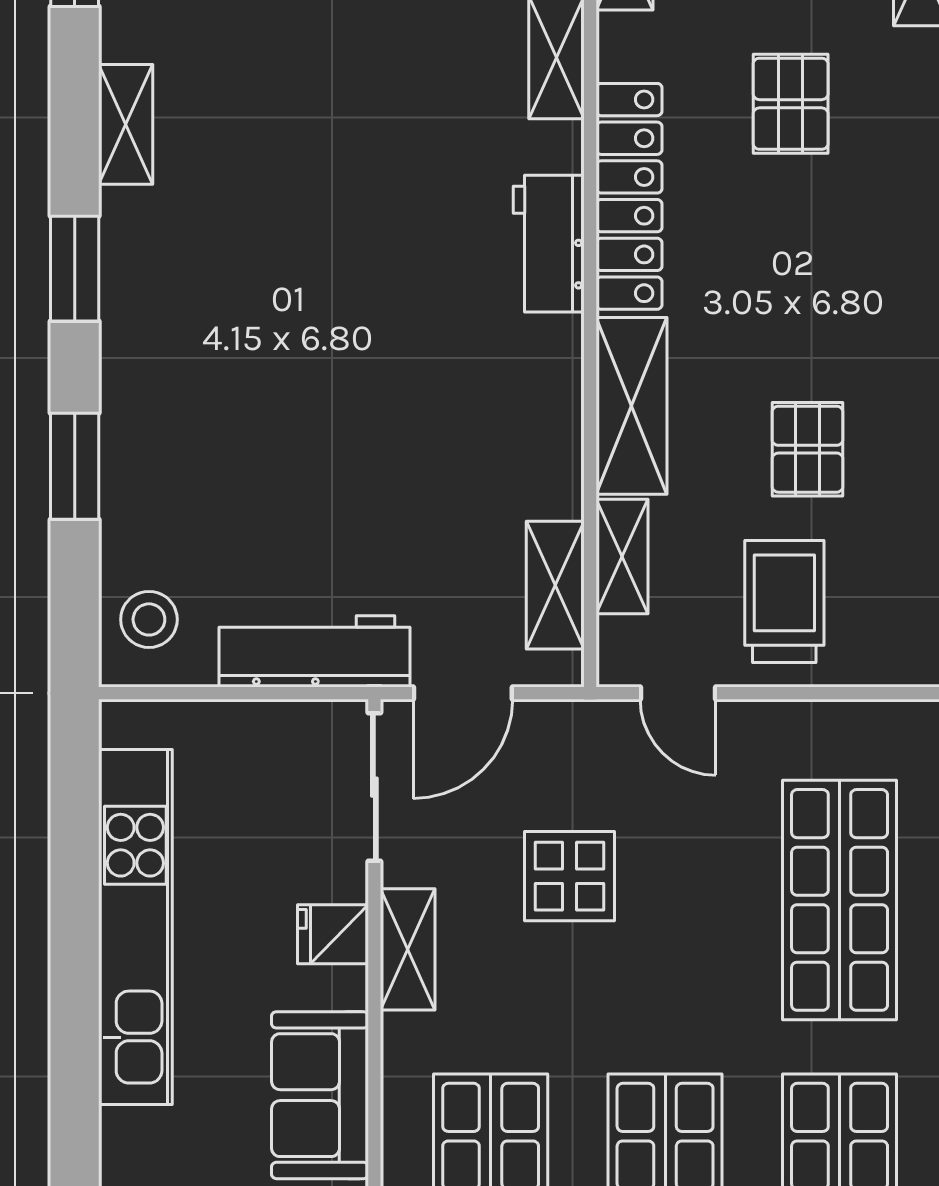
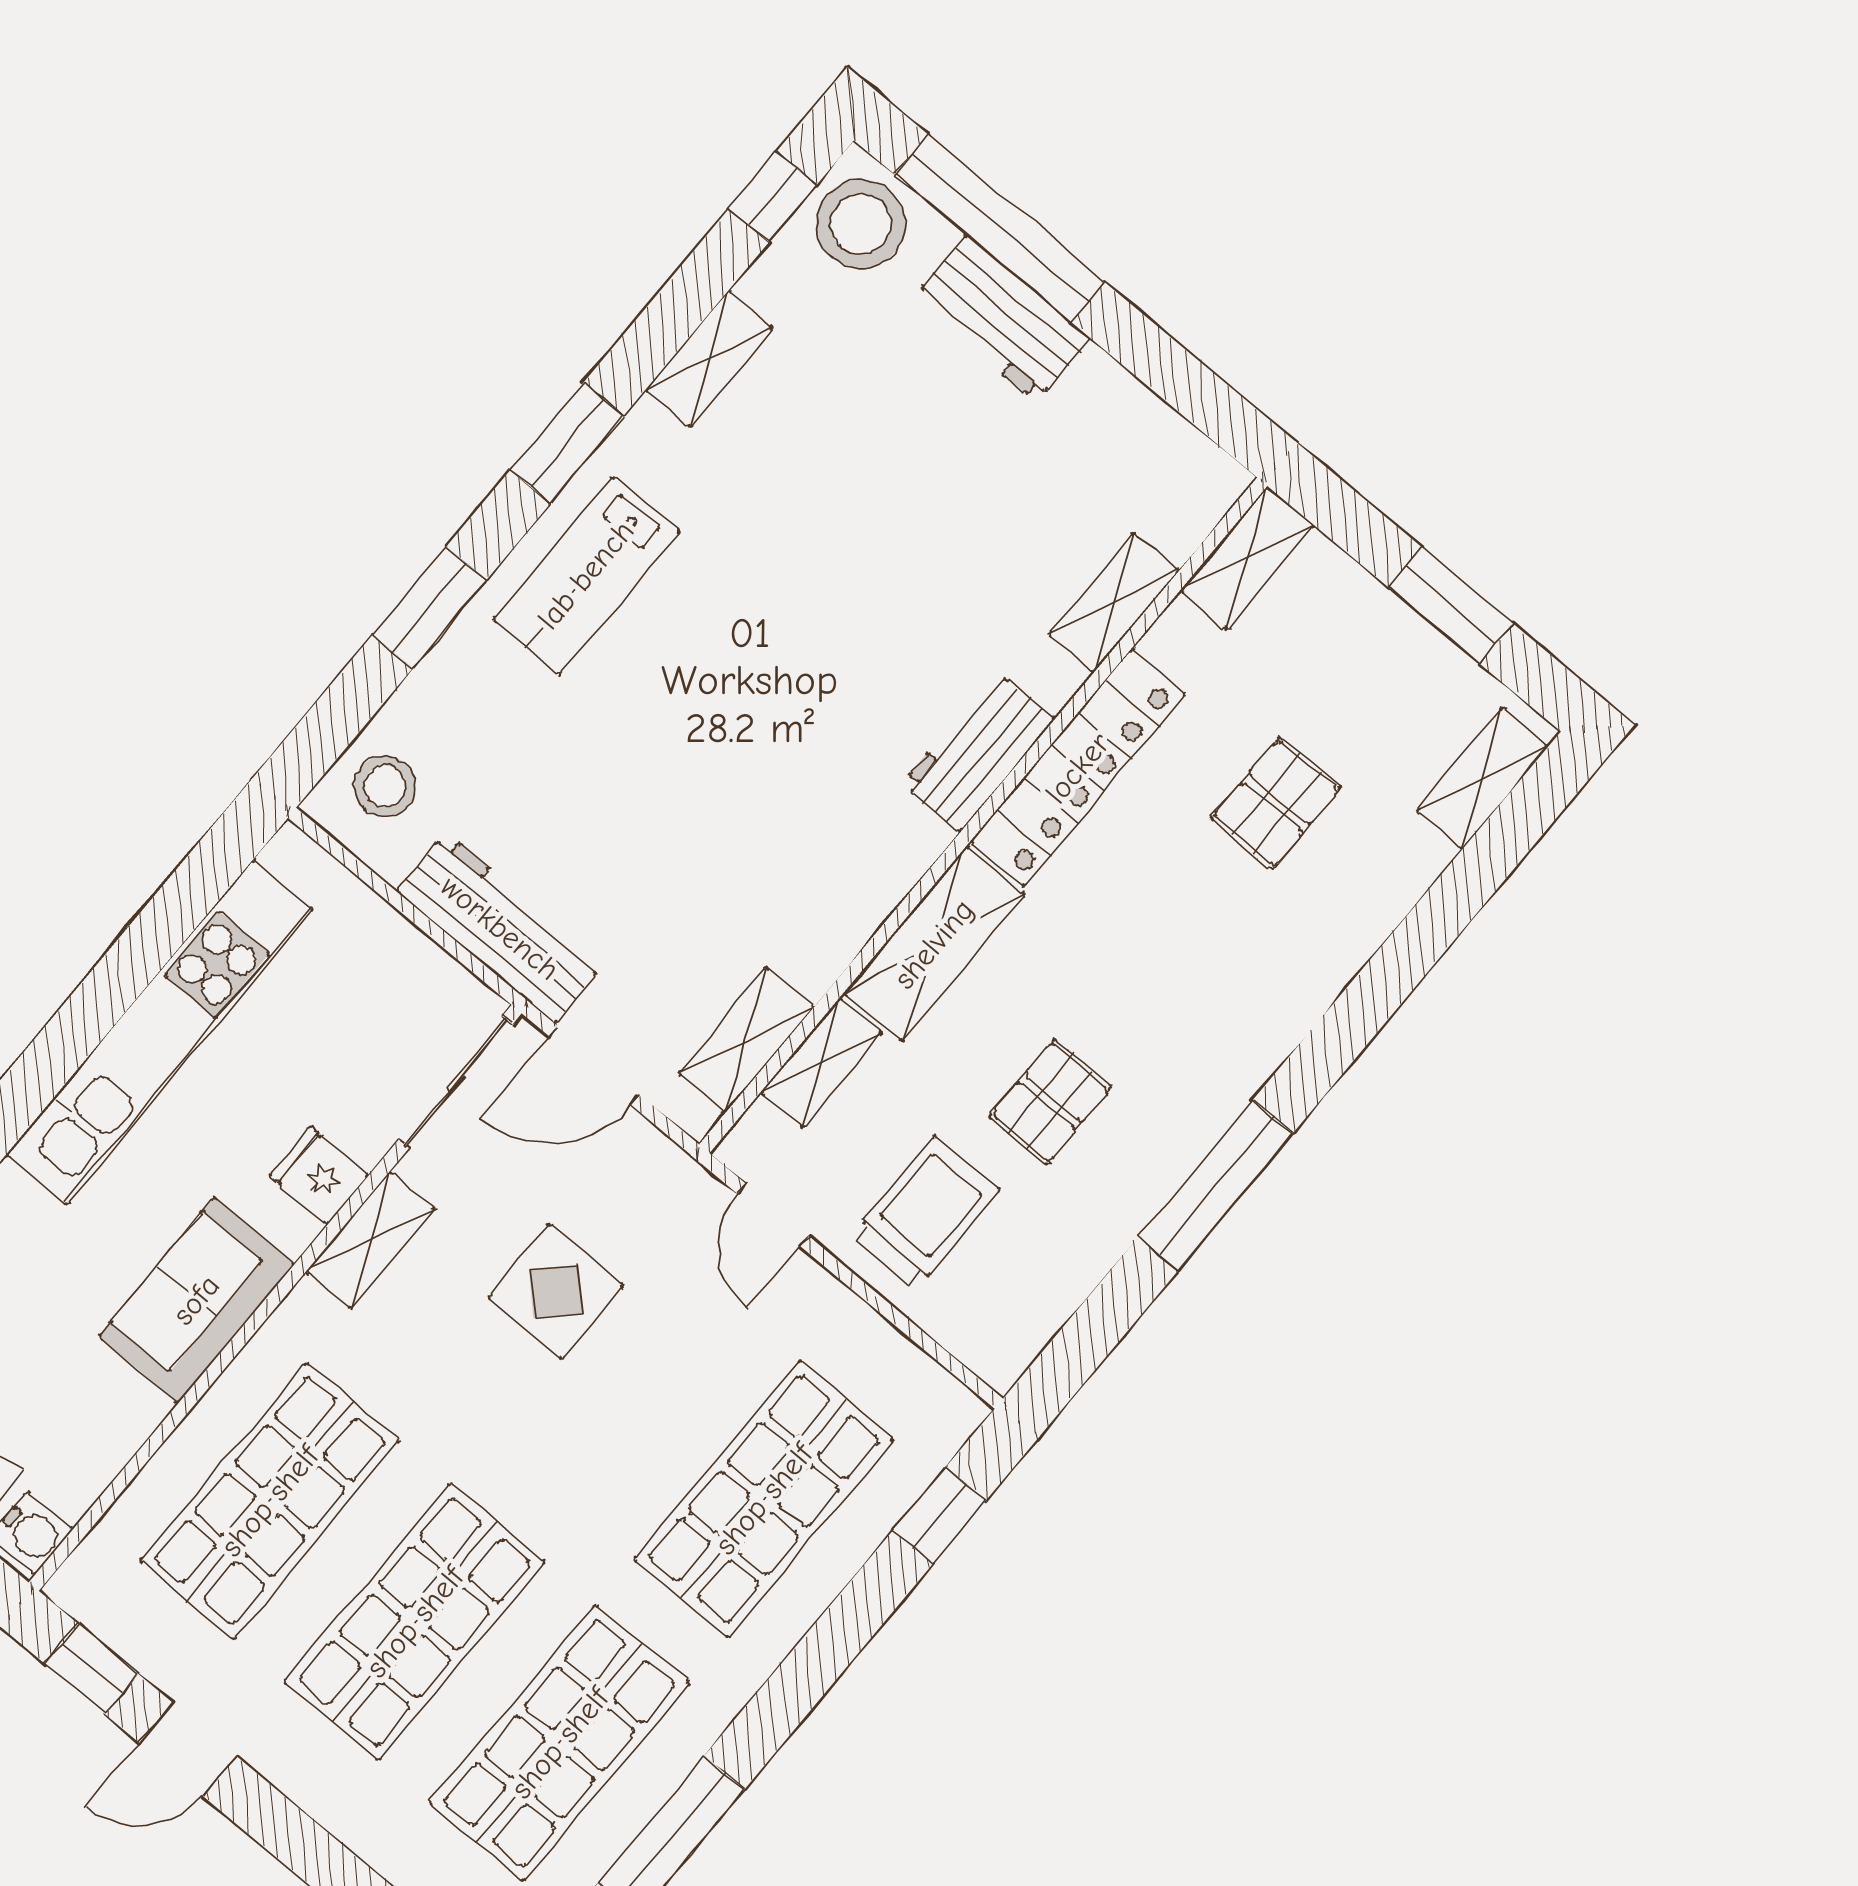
lab bench: (167, 351) -> (586, 575), added

